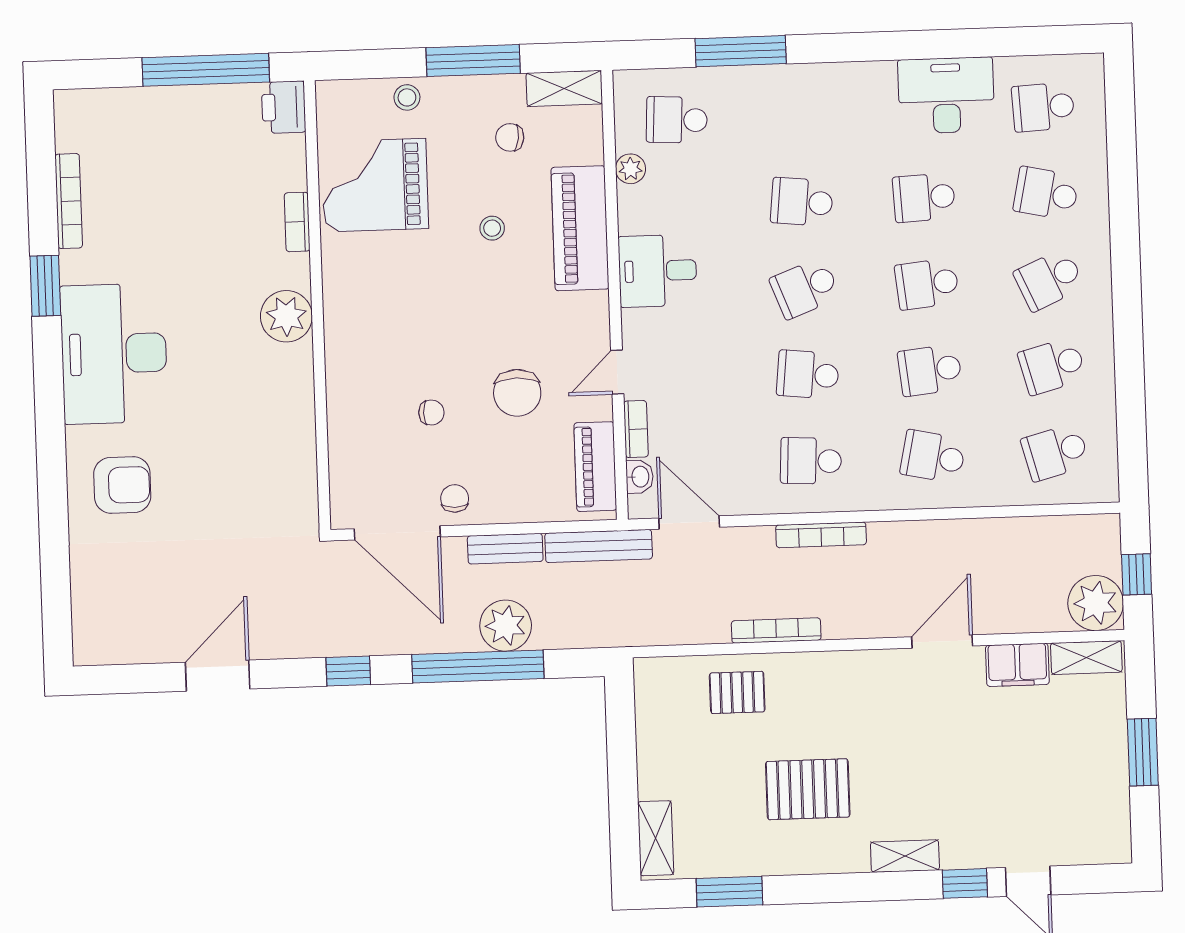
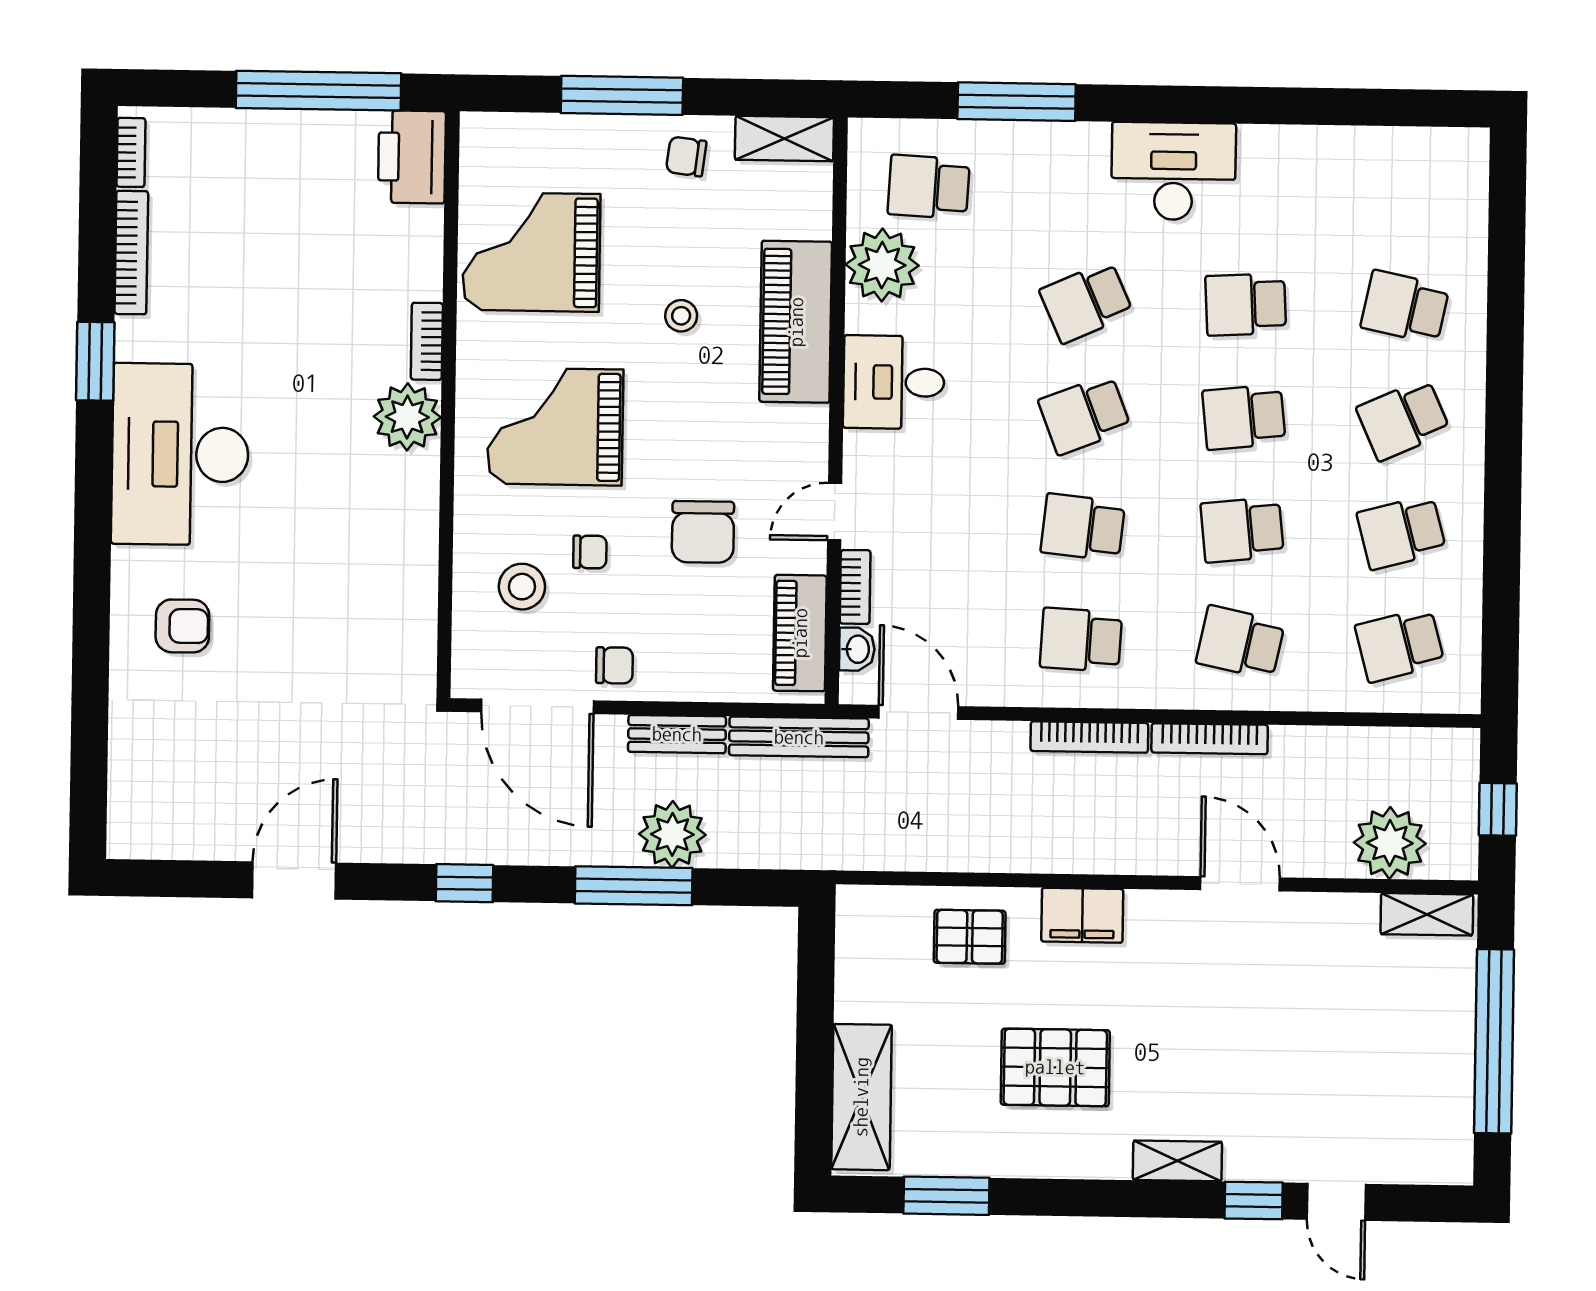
window: (473, 60) -> (622, 95), moved
desk: (946, 95) -> (1173, 171), moved
stool: (407, 97) -> (522, 587), moved, width x1.37, depth x1.37
printer: (284, 107) -> (412, 157), width x1.37, depth x1.19
school desk: (1043, 107) -> (1407, 194), removed
bookcase: (64, 124) -> (131, 152), added
chair: (510, 137) -> (686, 156), moved
plant: (630, 169) -> (882, 265), width x1.87, depth x1.87
school desk: (802, 202) -> (1086, 302), turned -30
bookcase: (297, 222) -> (427, 341), moved
grand piano: (400, 318) -> (555, 427), added
armchair: (122, 485) -> (182, 626), width x0.72, depth x0.72
chair: (455, 498) -> (614, 665), turned 90
plant: (1096, 603) -> (1390, 843), moved
bookcase: (776, 631) -> (1210, 739), moved, turned 180
door: (942, 641) -> (1240, 884), hinge flipped
filing cabinet: (1017, 665) -> (1082, 915), moved
window: (478, 666) -> (634, 886), width x0.68
window: (1143, 752) -> (1494, 1041), width x2.11
shelving: (656, 838) -> (861, 1097), width x1.50, depth x1.33

